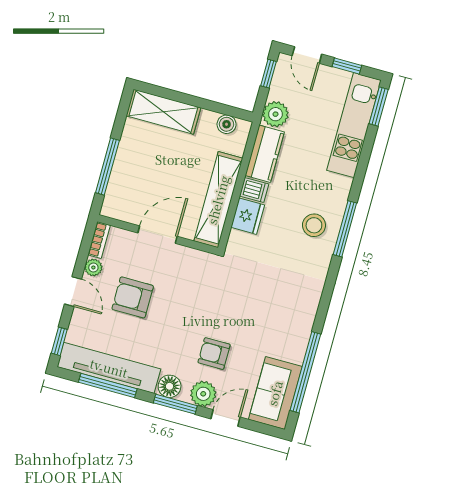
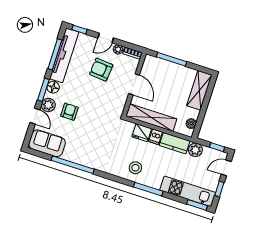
window: (345, 229) -> (148, 189), moved
armchair: (133, 297) -> (101, 70), turned -85
window: (305, 372) -> (73, 165), moved

